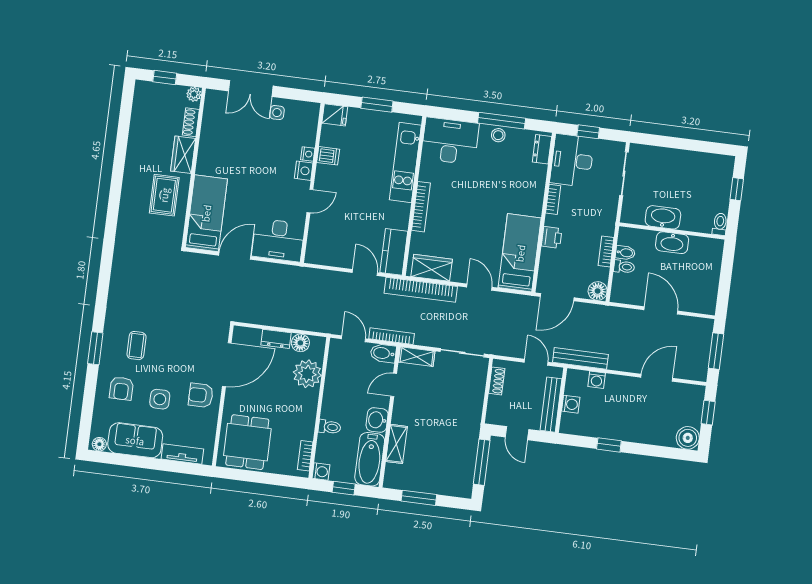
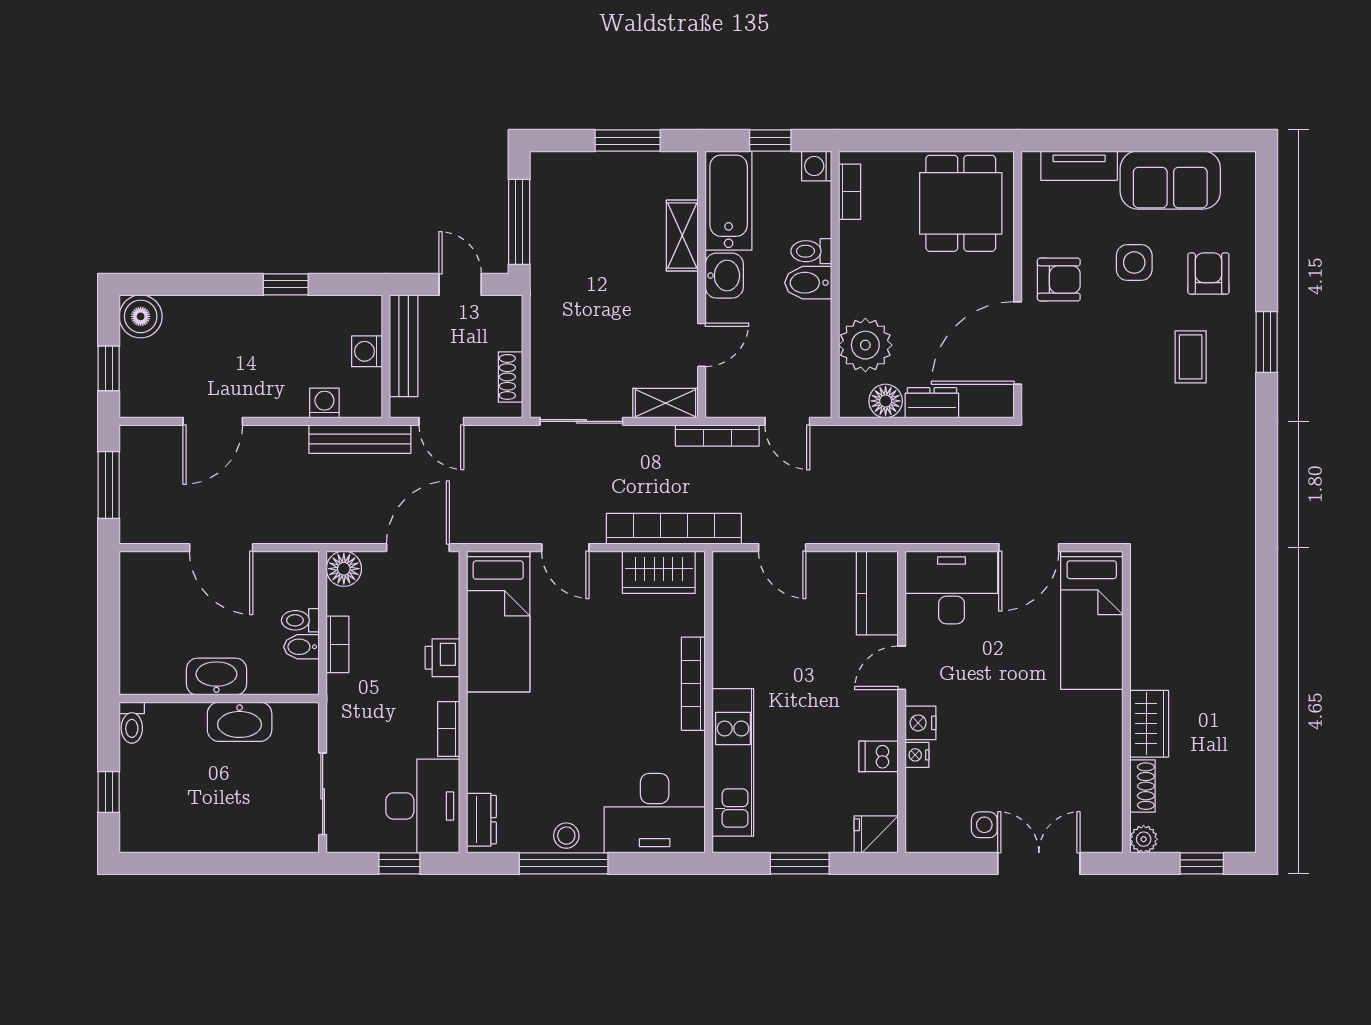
rug: (164, 195) -> (1175, 644), removed
kitchen counter: (394, 252) -> (877, 593), moved, turned 180
bidet: (383, 353) -> (808, 283), moved, turned 180
floor lamp: (99, 444) -> (1236, 164), removed

